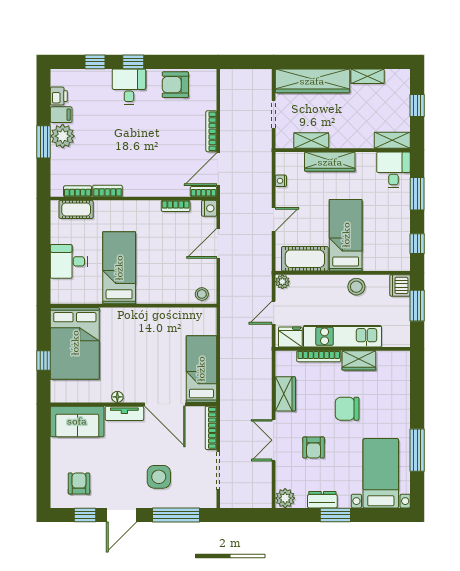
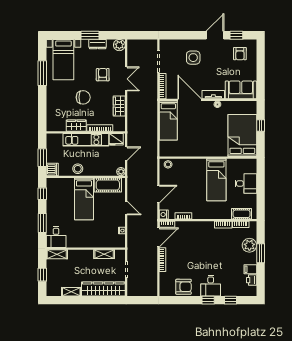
plant: (63, 136) -> (249, 245), moved
wardrobe: (330, 162) -> (93, 242), removed
door: (274, 219) -> (126, 208), swing flipped
window: (176, 515) -> (183, 35), removed

